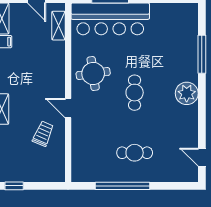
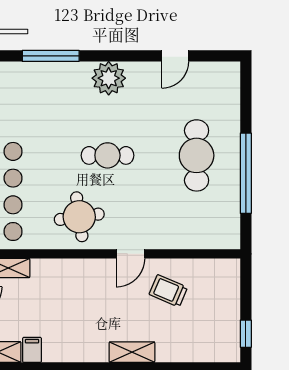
cafe table: (135, 153) -> (197, 155), width x1.37, depth x1.35
door: (202, 157) -> (175, 56), moved

